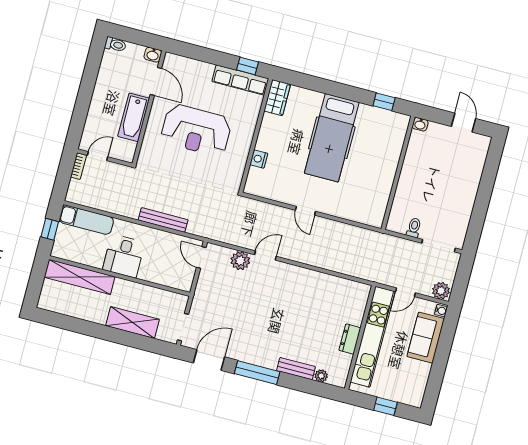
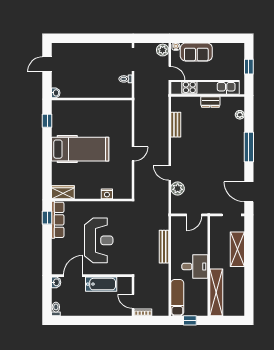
door: (201, 257) -> (194, 215), moved
bench: (296, 369) -> (176, 125), moved
window: (257, 373) -> (249, 147), moved

